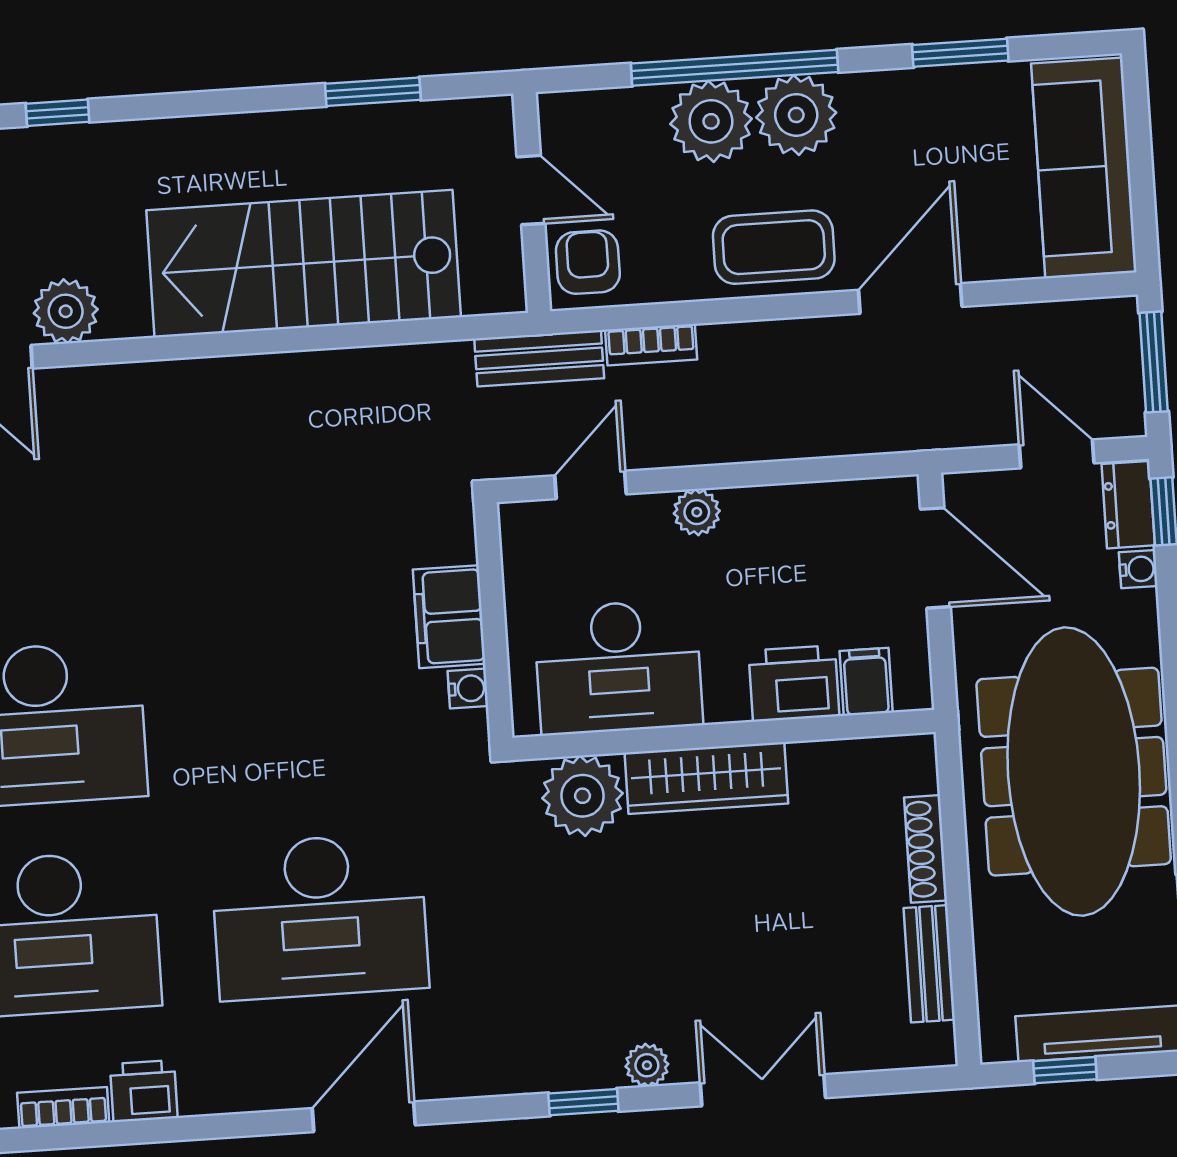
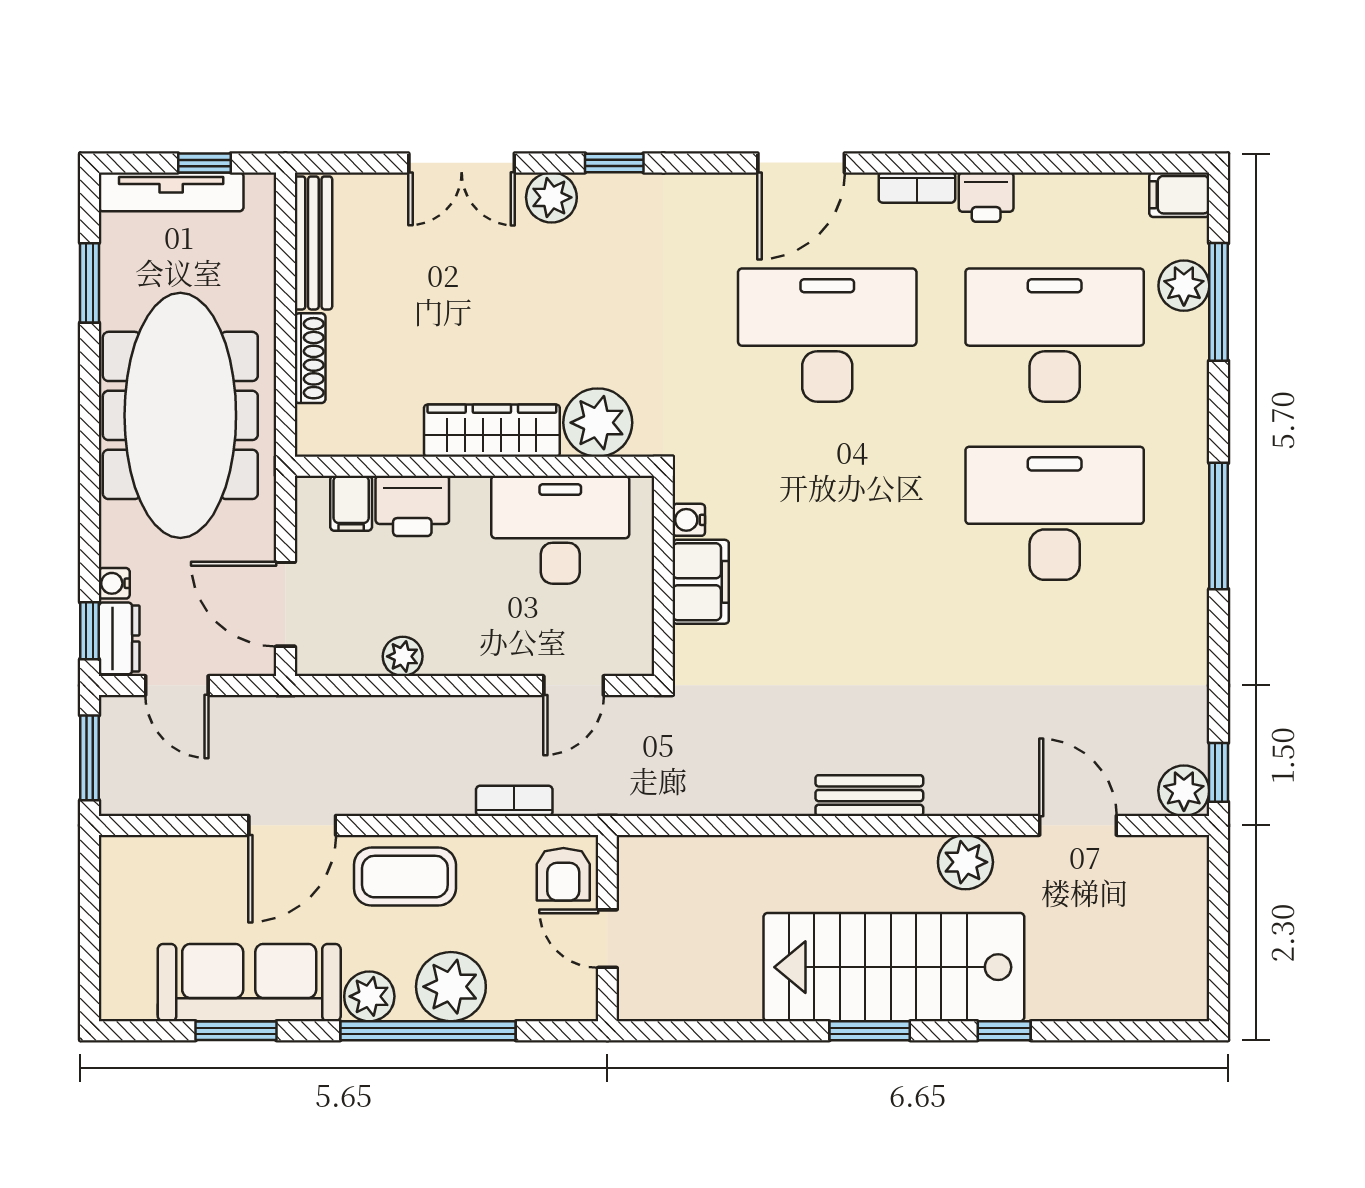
window: (373, 92) -> (870, 1031), moved
plant: (796, 115) -> (369, 996), width x0.73, depth x0.73
sofa: (1084, 168) -> (249, 983), moved, turned -90
stairs: (304, 264) -> (894, 967), moved, turned 180
plant: (66, 311) -> (965, 862), moved
bench: (539, 358) -> (869, 796), moved
plant: (697, 512) -> (403, 656), moved
bench: (929, 964) -> (313, 243), width x1.36
plant: (647, 1065) -> (551, 197), width x1.38, depth x1.38
bookcase: (63, 1108) -> (917, 188), moved

